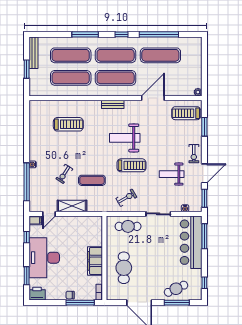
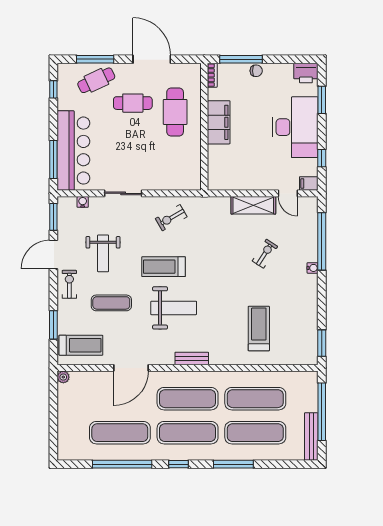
window: (27, 69) -> (322, 412), width x2.11
window: (27, 115) -> (322, 343), added
treadmill: (68, 124) -> (259, 329), turned 90
weight bench: (172, 174) -> (103, 253), turned 90
exercise mat: (92, 180) -> (111, 303), moved
door: (49, 214) -> (288, 193), swing flipped
cafe table: (128, 226) -> (133, 103), moved

